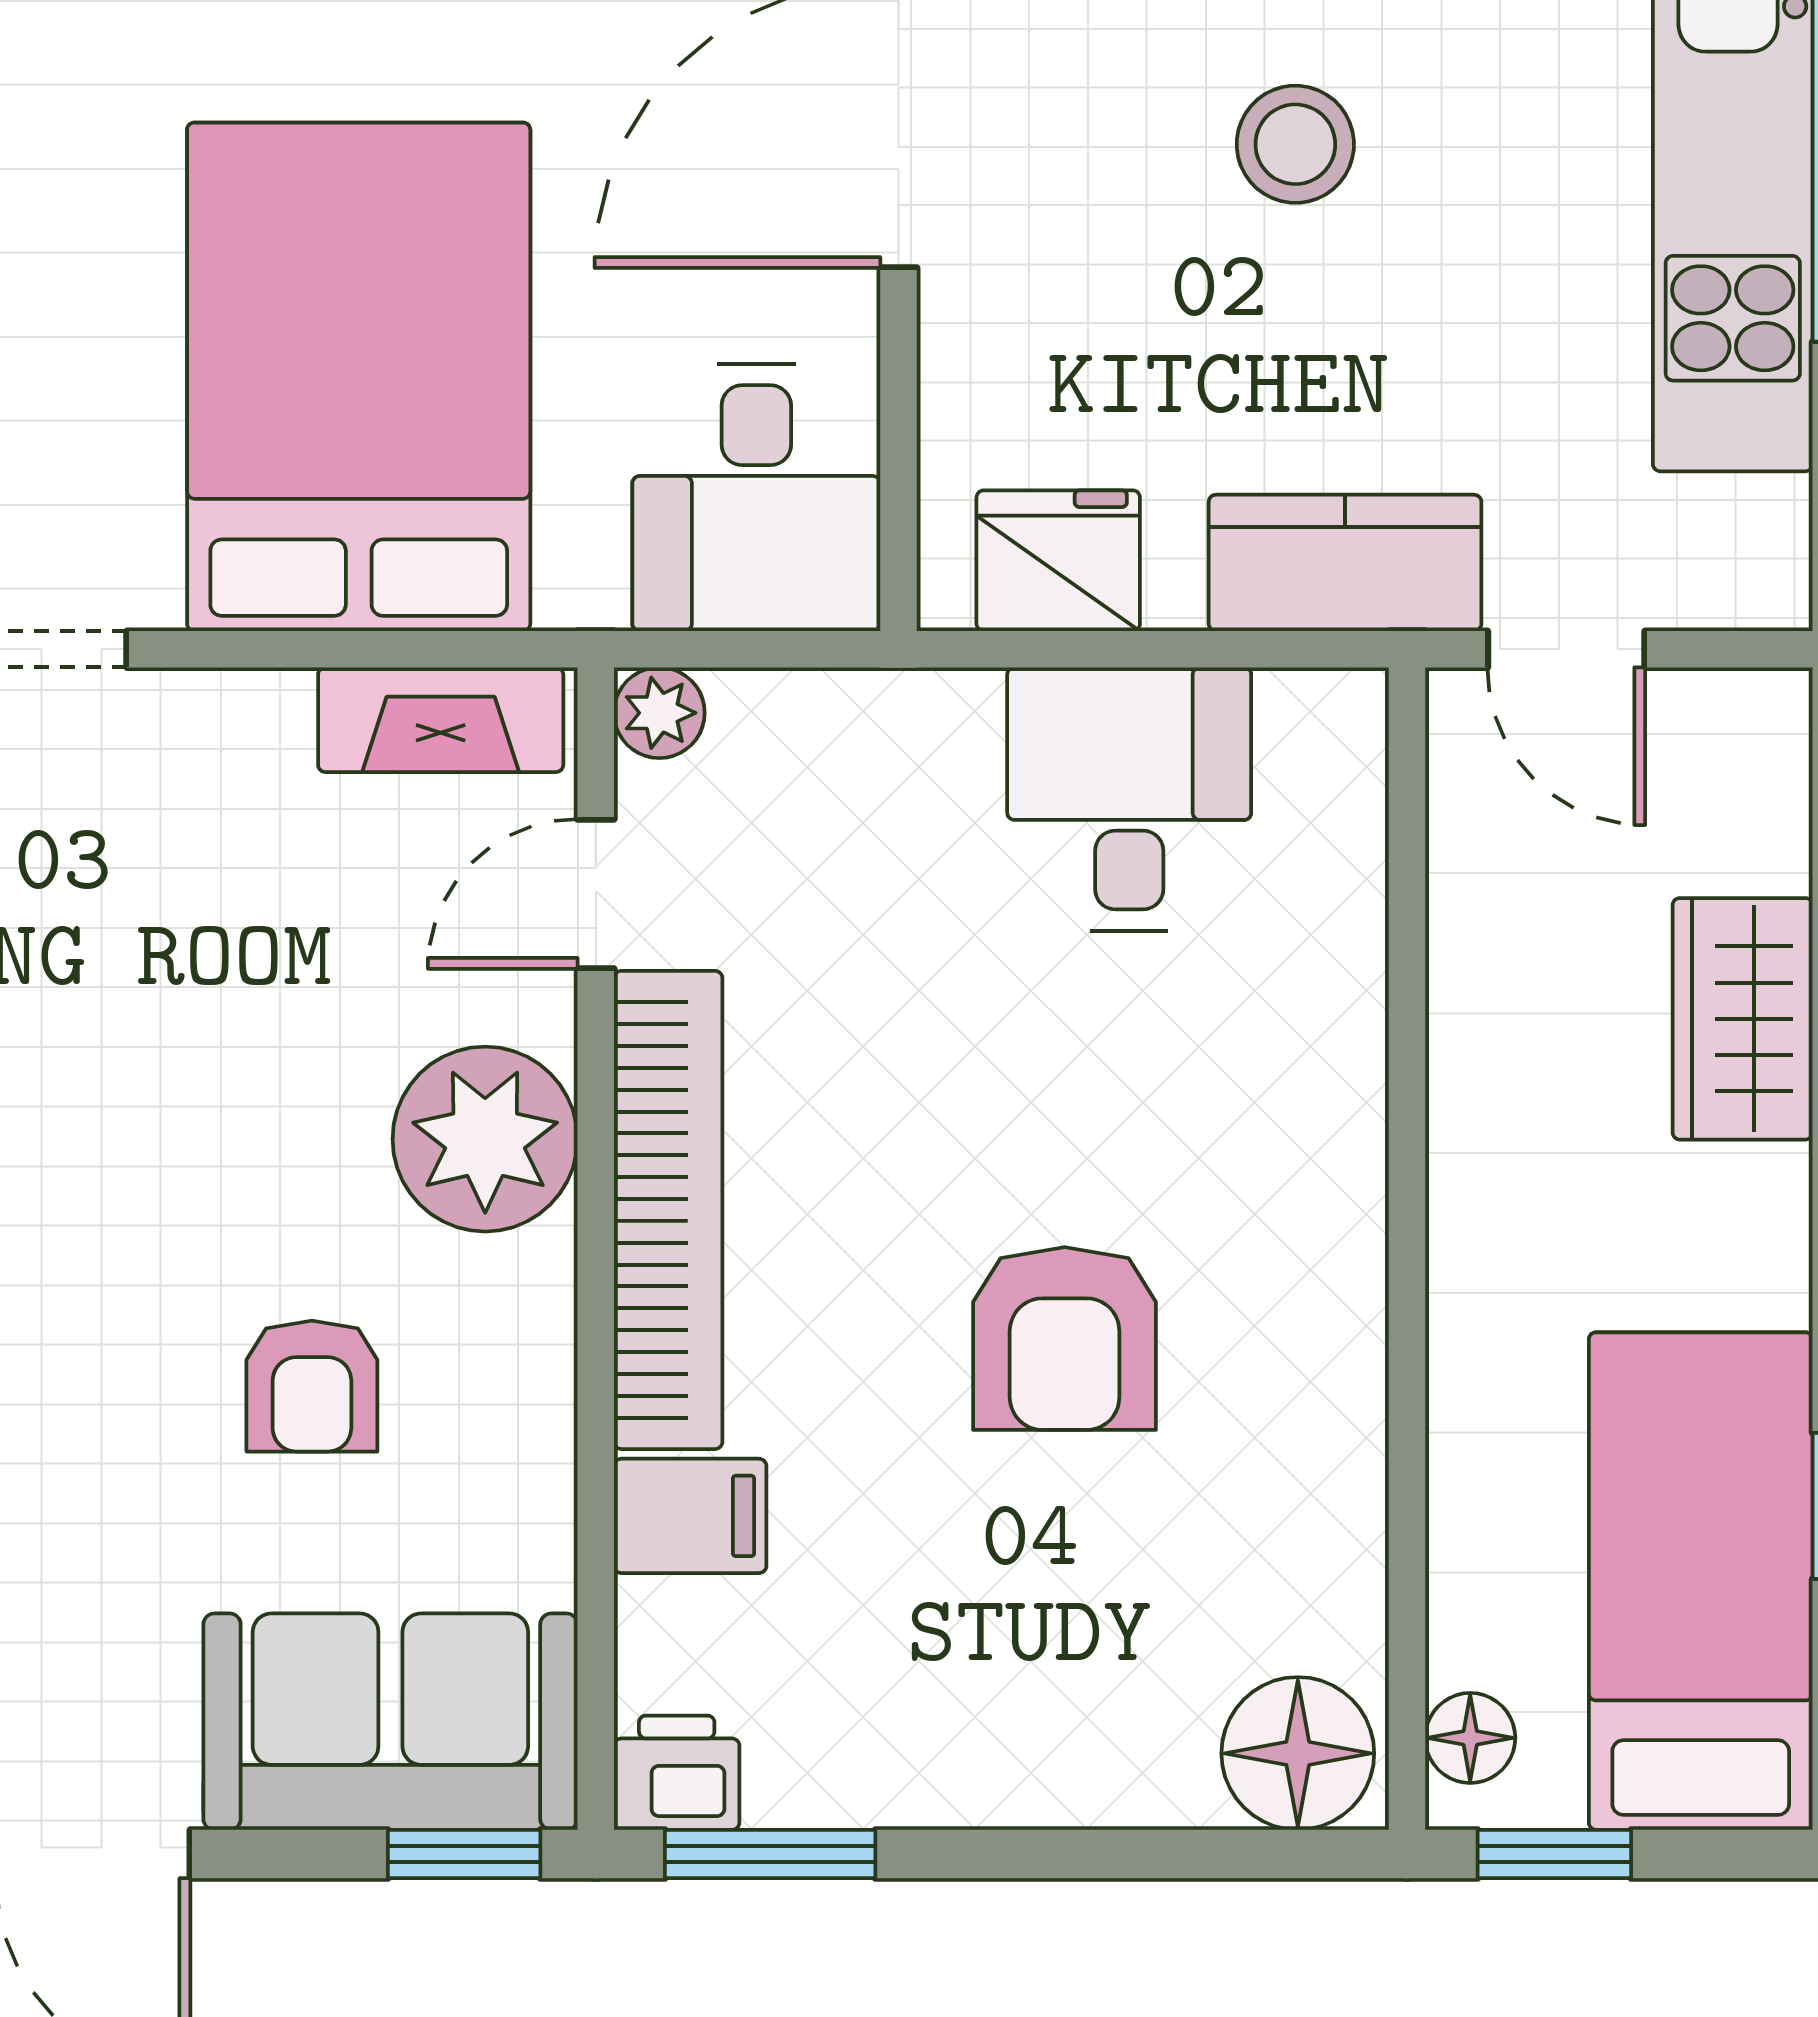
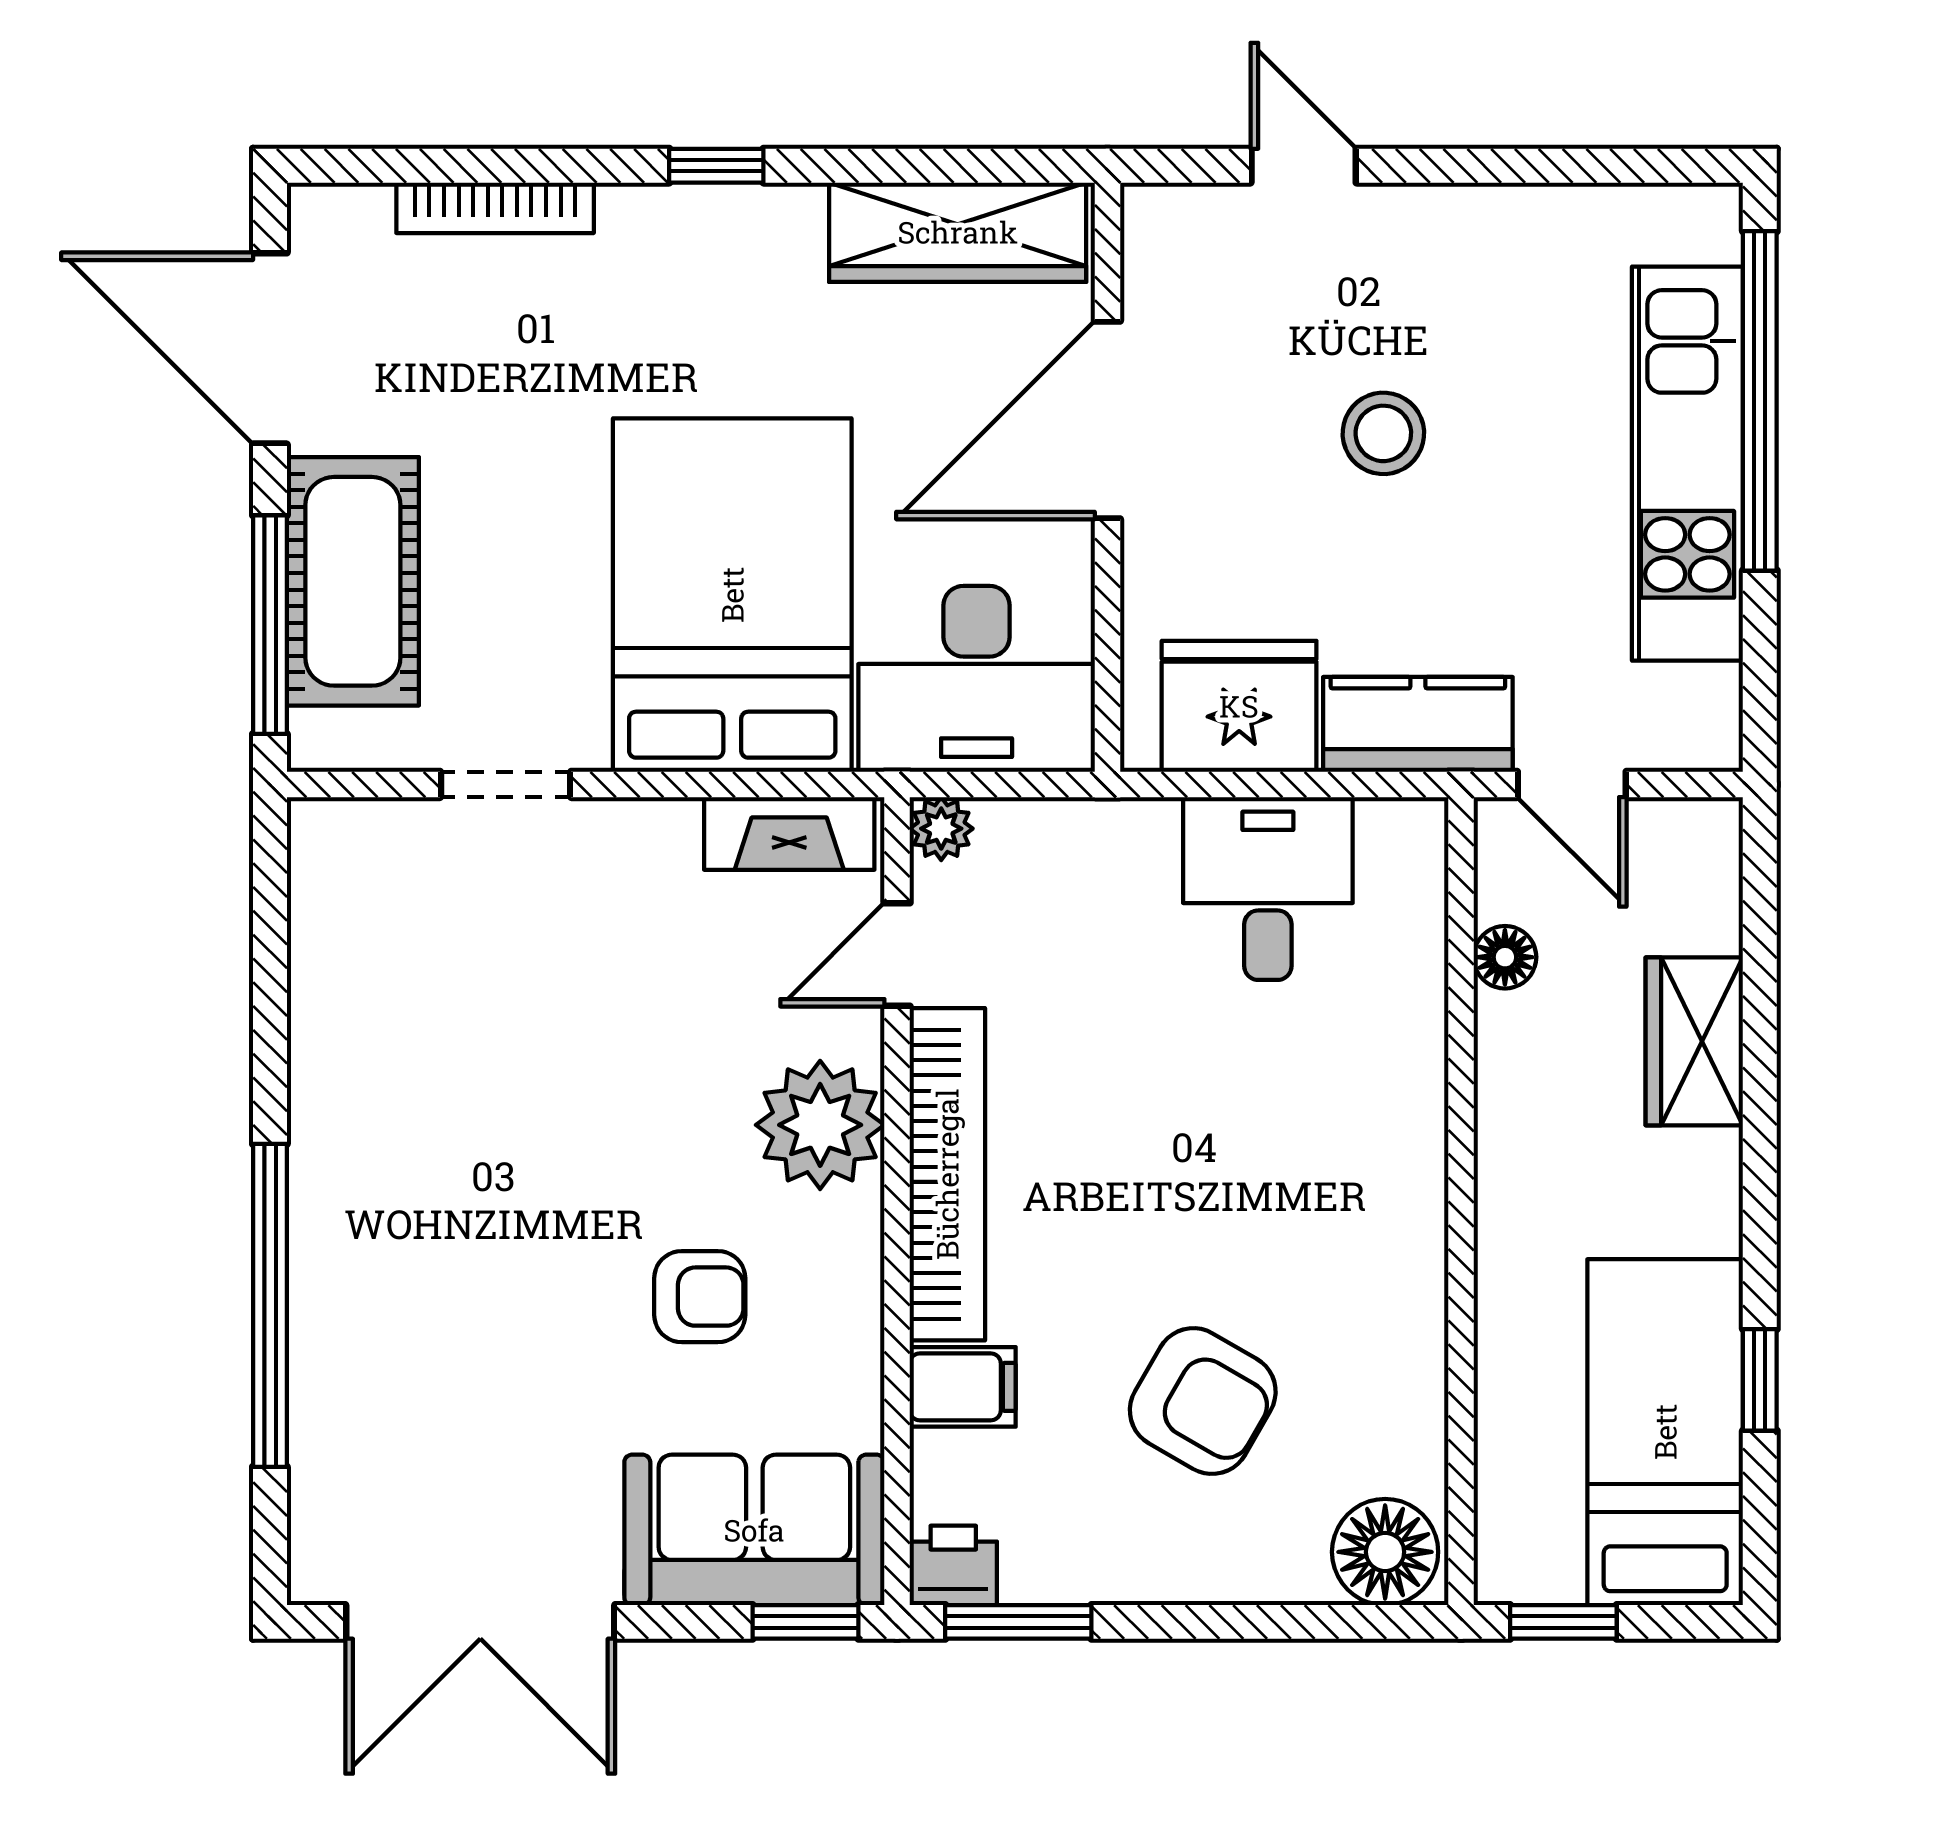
desk: (756, 497) -> (977, 679), width x1.37
fridge: (1058, 561) -> (1239, 706), width x1.36, depth x1.34
armchair: (1065, 1339) -> (1203, 1401), moved, turned -60
armchair: (312, 1386) -> (700, 1297), turned -90
floor lamp: (1470, 1738) -> (1505, 957), moved

